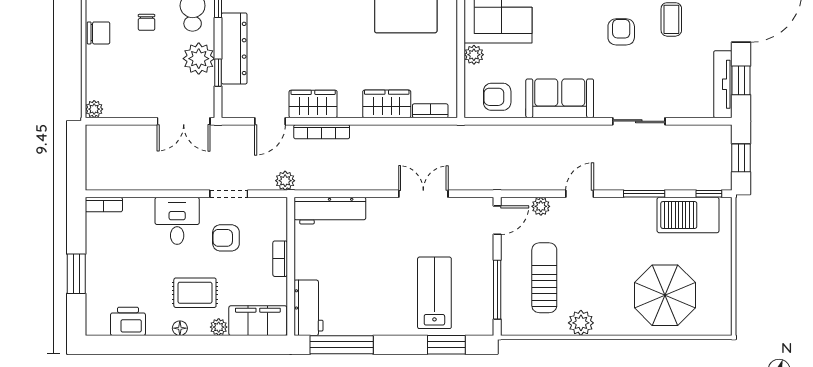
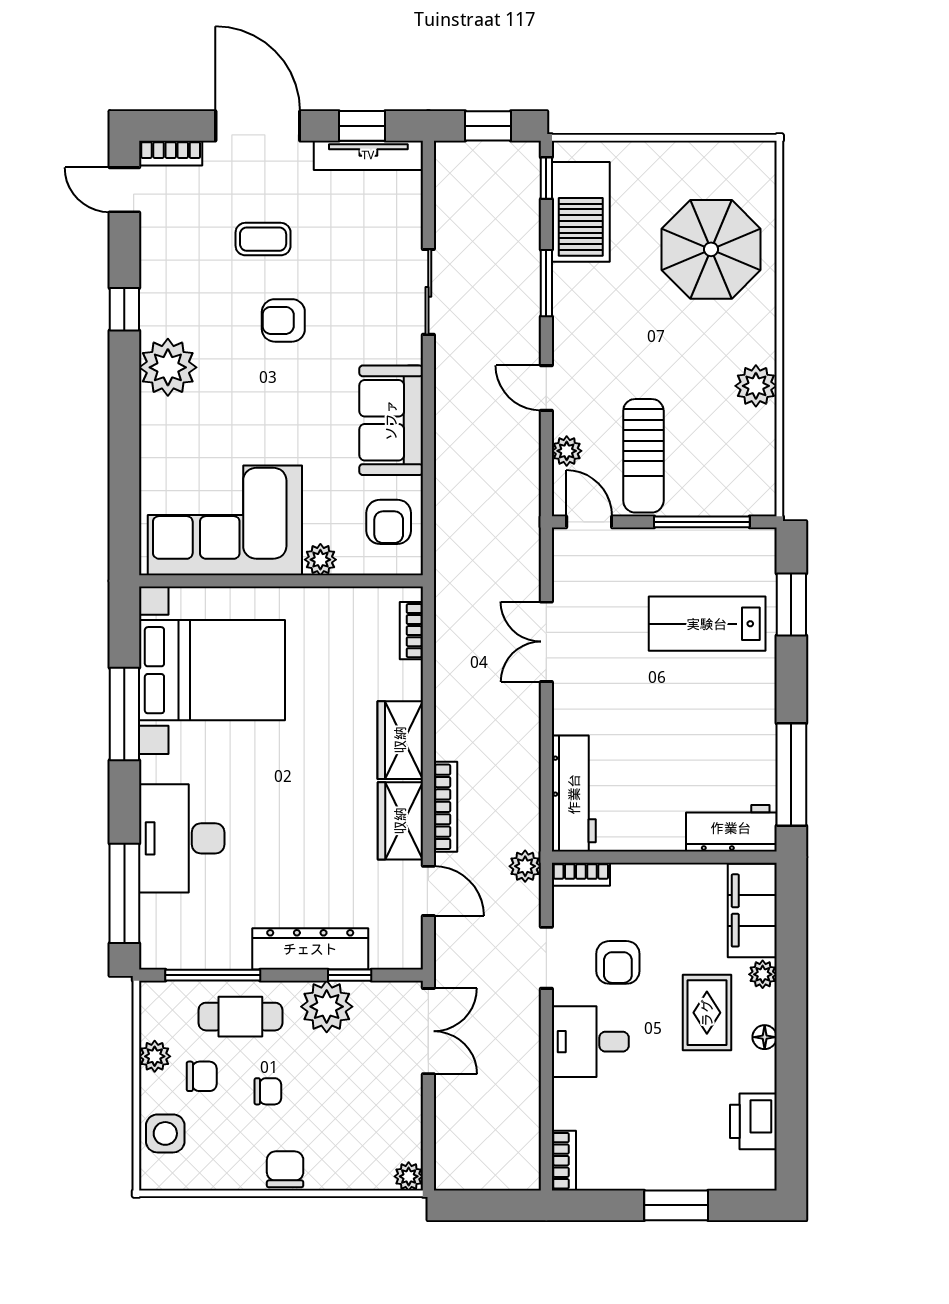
wardrobe: (387, 104) -> (400, 740), moved
bookcase: (280, 259) -> (581, 874), moved
sun lounger: (544, 278) -> (643, 456), moved, turned -90

